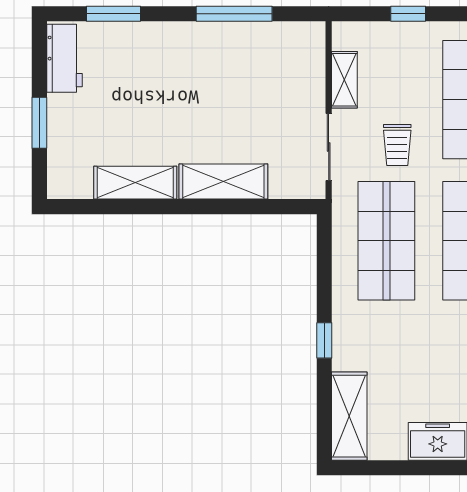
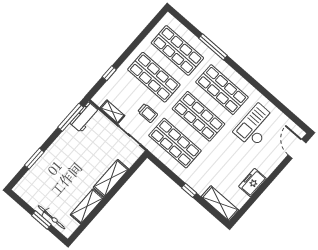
window: (113, 14) -> (34, 159), moved
window: (234, 14) -> (71, 117), moved
workbench: (64, 58) -> (85, 117), moved, turned 90
bicycle: (60, 137) -> (51, 217), added

